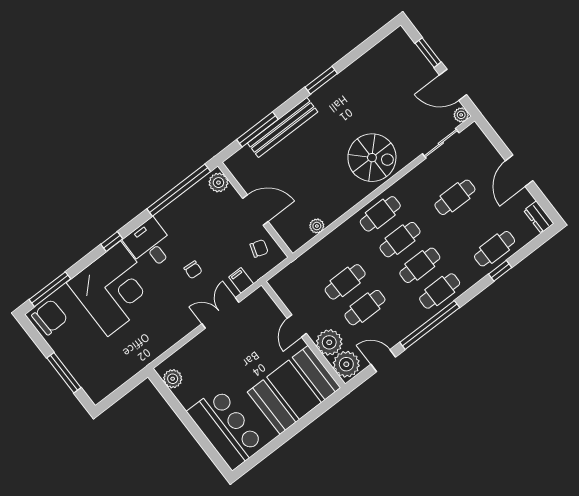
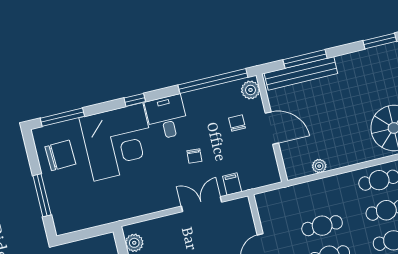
bench: (283, 127) -> (301, 73), moved
chair: (259, 248) -> (237, 123), moved, turned -108
chair: (50, 317) -> (60, 155), moved

